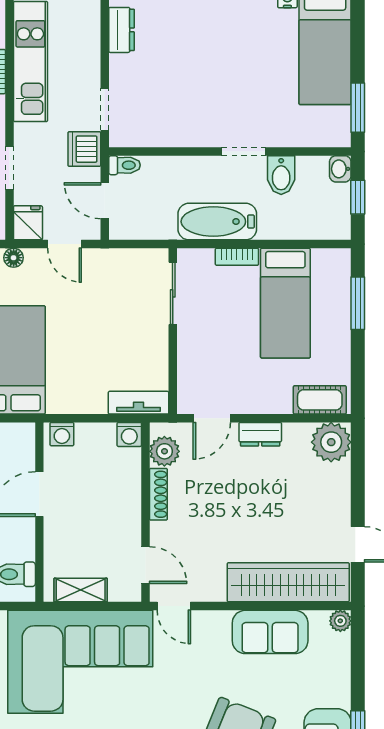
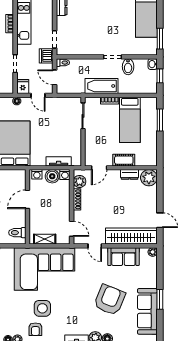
cot: (320, 400) -> (124, 160), moved
tv unit: (139, 403) -> (59, 161), moved
dresser: (260, 434) -> (130, 174), moved
boiler: (99, 439) -> (52, 176), added
door: (174, 606) -> (95, 246), moved

